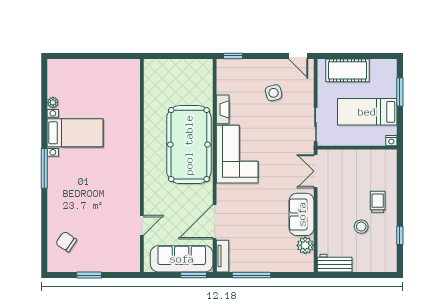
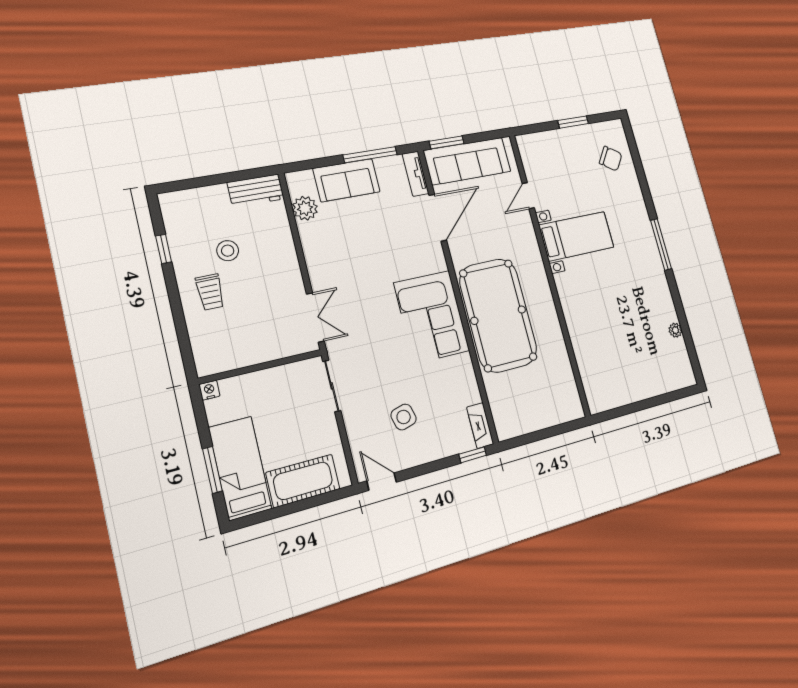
fireplace: (223, 109) -> (480, 426), moved
bed: (367, 112) -> (240, 468), moved, turned -90
bed with nightstands: (75, 133) -> (577, 236), moved, turned 180
sofa: (302, 214) -> (347, 180), moved, turned 90

